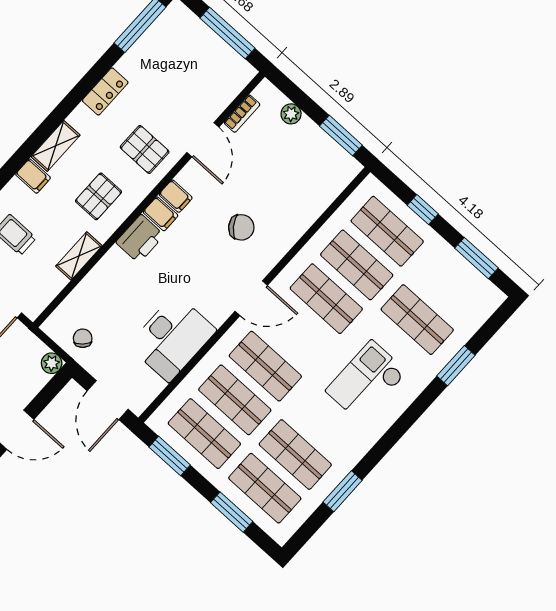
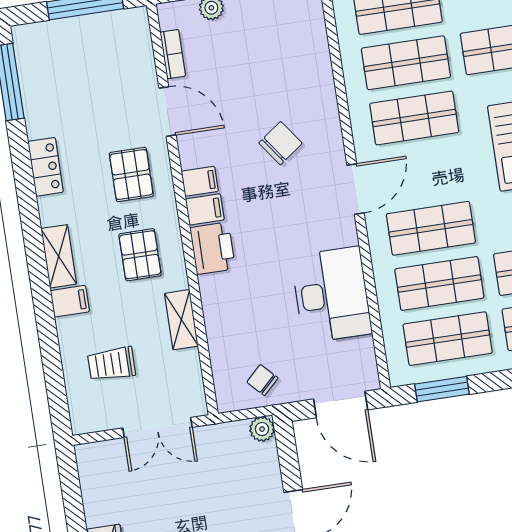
pallet: (145, 149) -> (131, 174), turned 90

